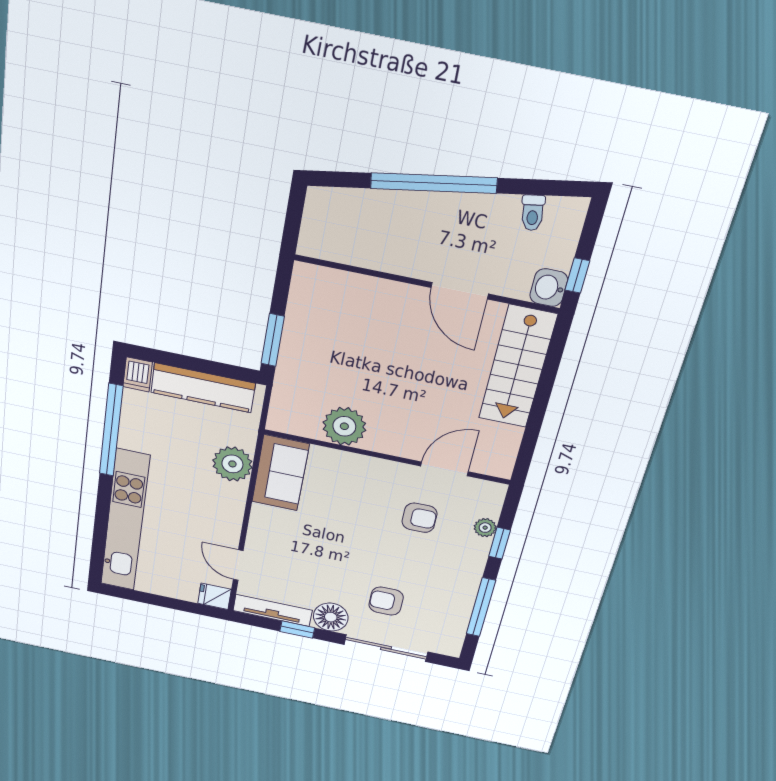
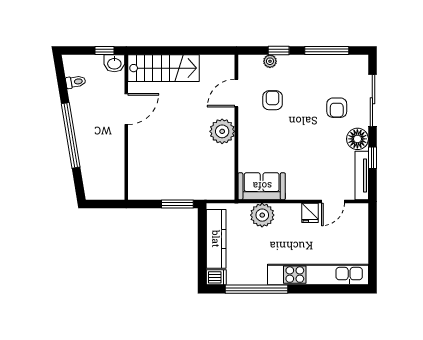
plant: (344, 426) -> (222, 131), moved
door: (444, 469) -> (236, 93), hinge flipped
fridge: (215, 596) -> (310, 213), moved

